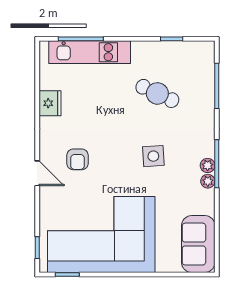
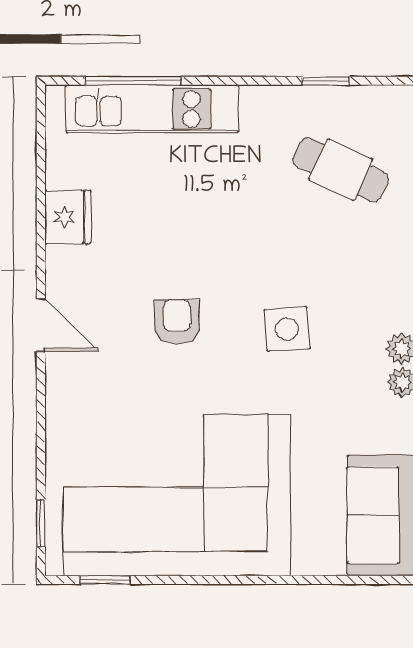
cafe table: (157, 93) -> (341, 170), moved
armchair: (77, 159) -> (177, 322), moved, turned 180
door: (37, 173) -> (41, 325), moved

